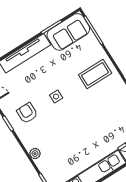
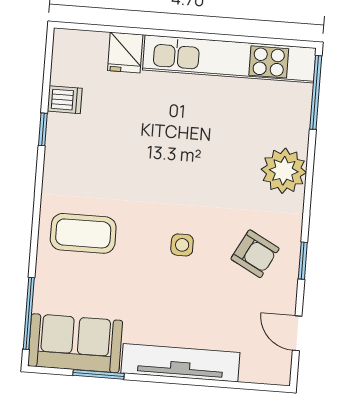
armchair: (27, 113) -> (255, 254), turned -62
plant: (35, 154) -> (284, 171), width x1.88, depth x1.88

